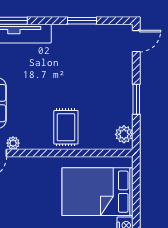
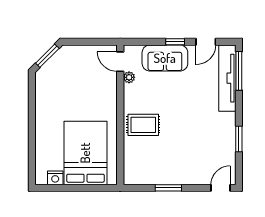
door: (136, 41) -> (221, 188), swing flipped
plant: (124, 134) -> (137, 177), removed

